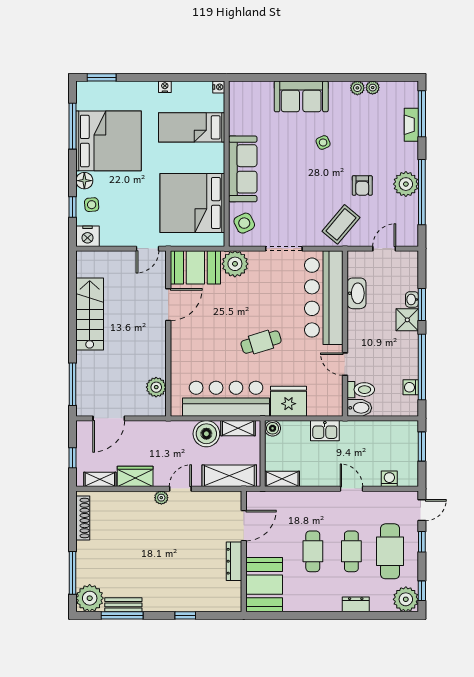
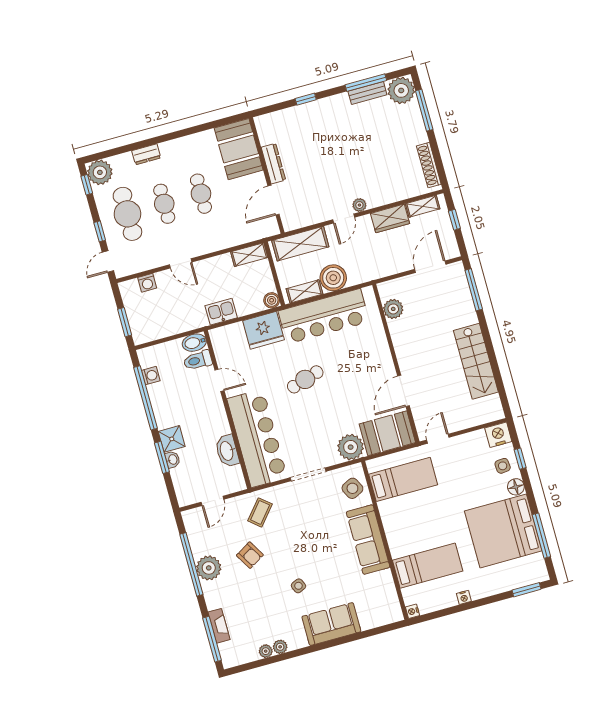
armchair: (362, 185) -> (250, 555), turned 149
bed: (192, 203) -> (403, 479), width x0.49
coffee table: (341, 224) -> (260, 512), width x0.73, depth x0.77

